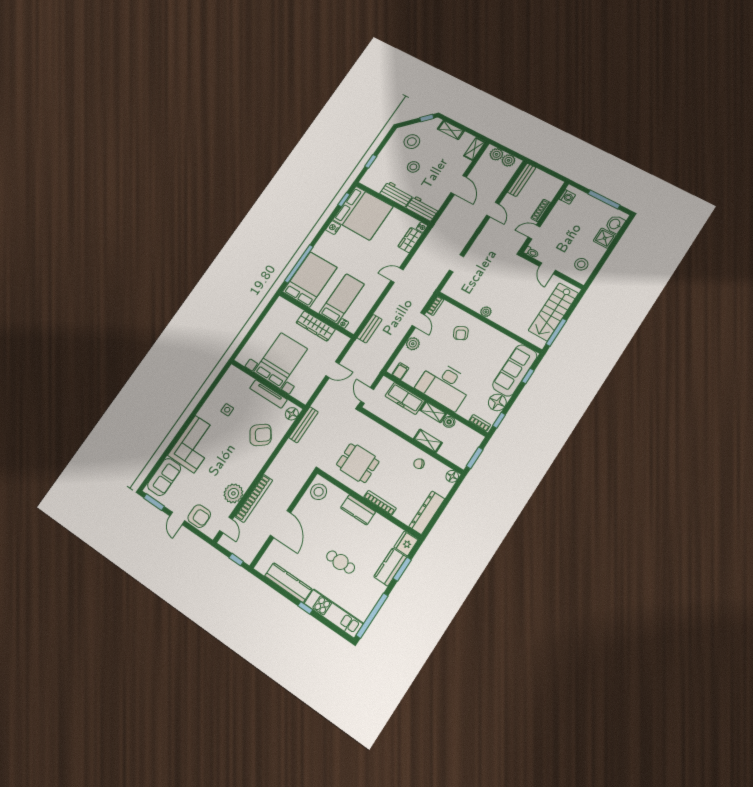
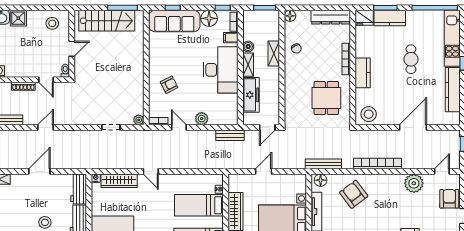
wardrobe: (410, 240) -> (119, 181), width x1.50
plant: (486, 312) -> (139, 120), moved
door: (418, 320) -> (179, 127), hinge flipped
bench: (370, 329) -> (230, 135), moved
door: (332, 370) -> (264, 171), hinge flipped
filing cabinet: (400, 371) -> (231, 38), moved
bookcase: (254, 498) -> (378, 164), moved

